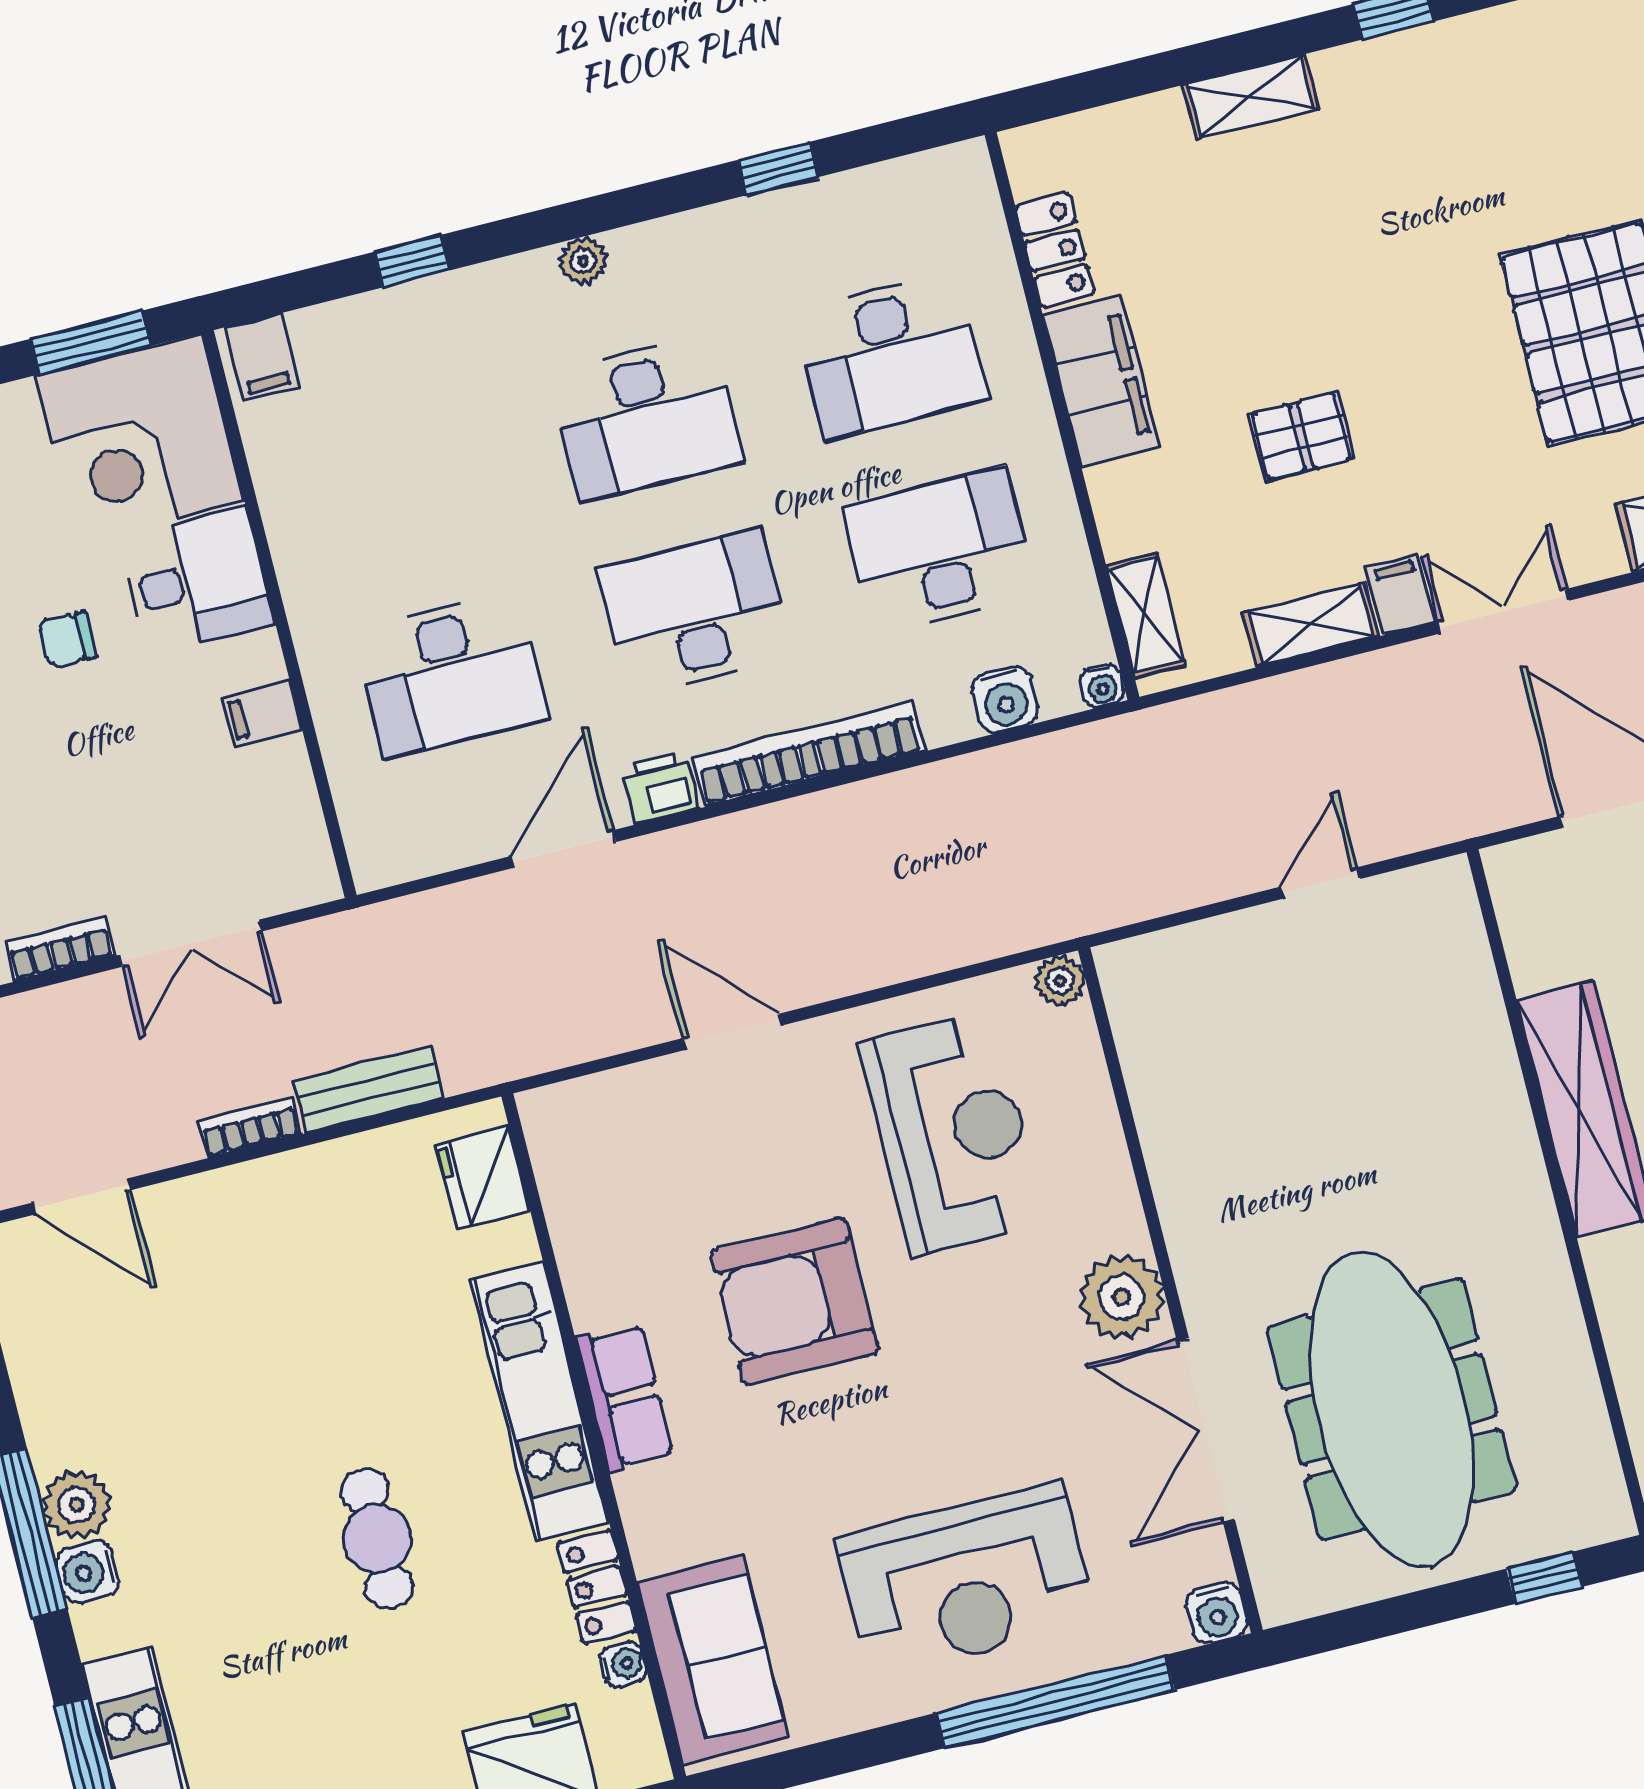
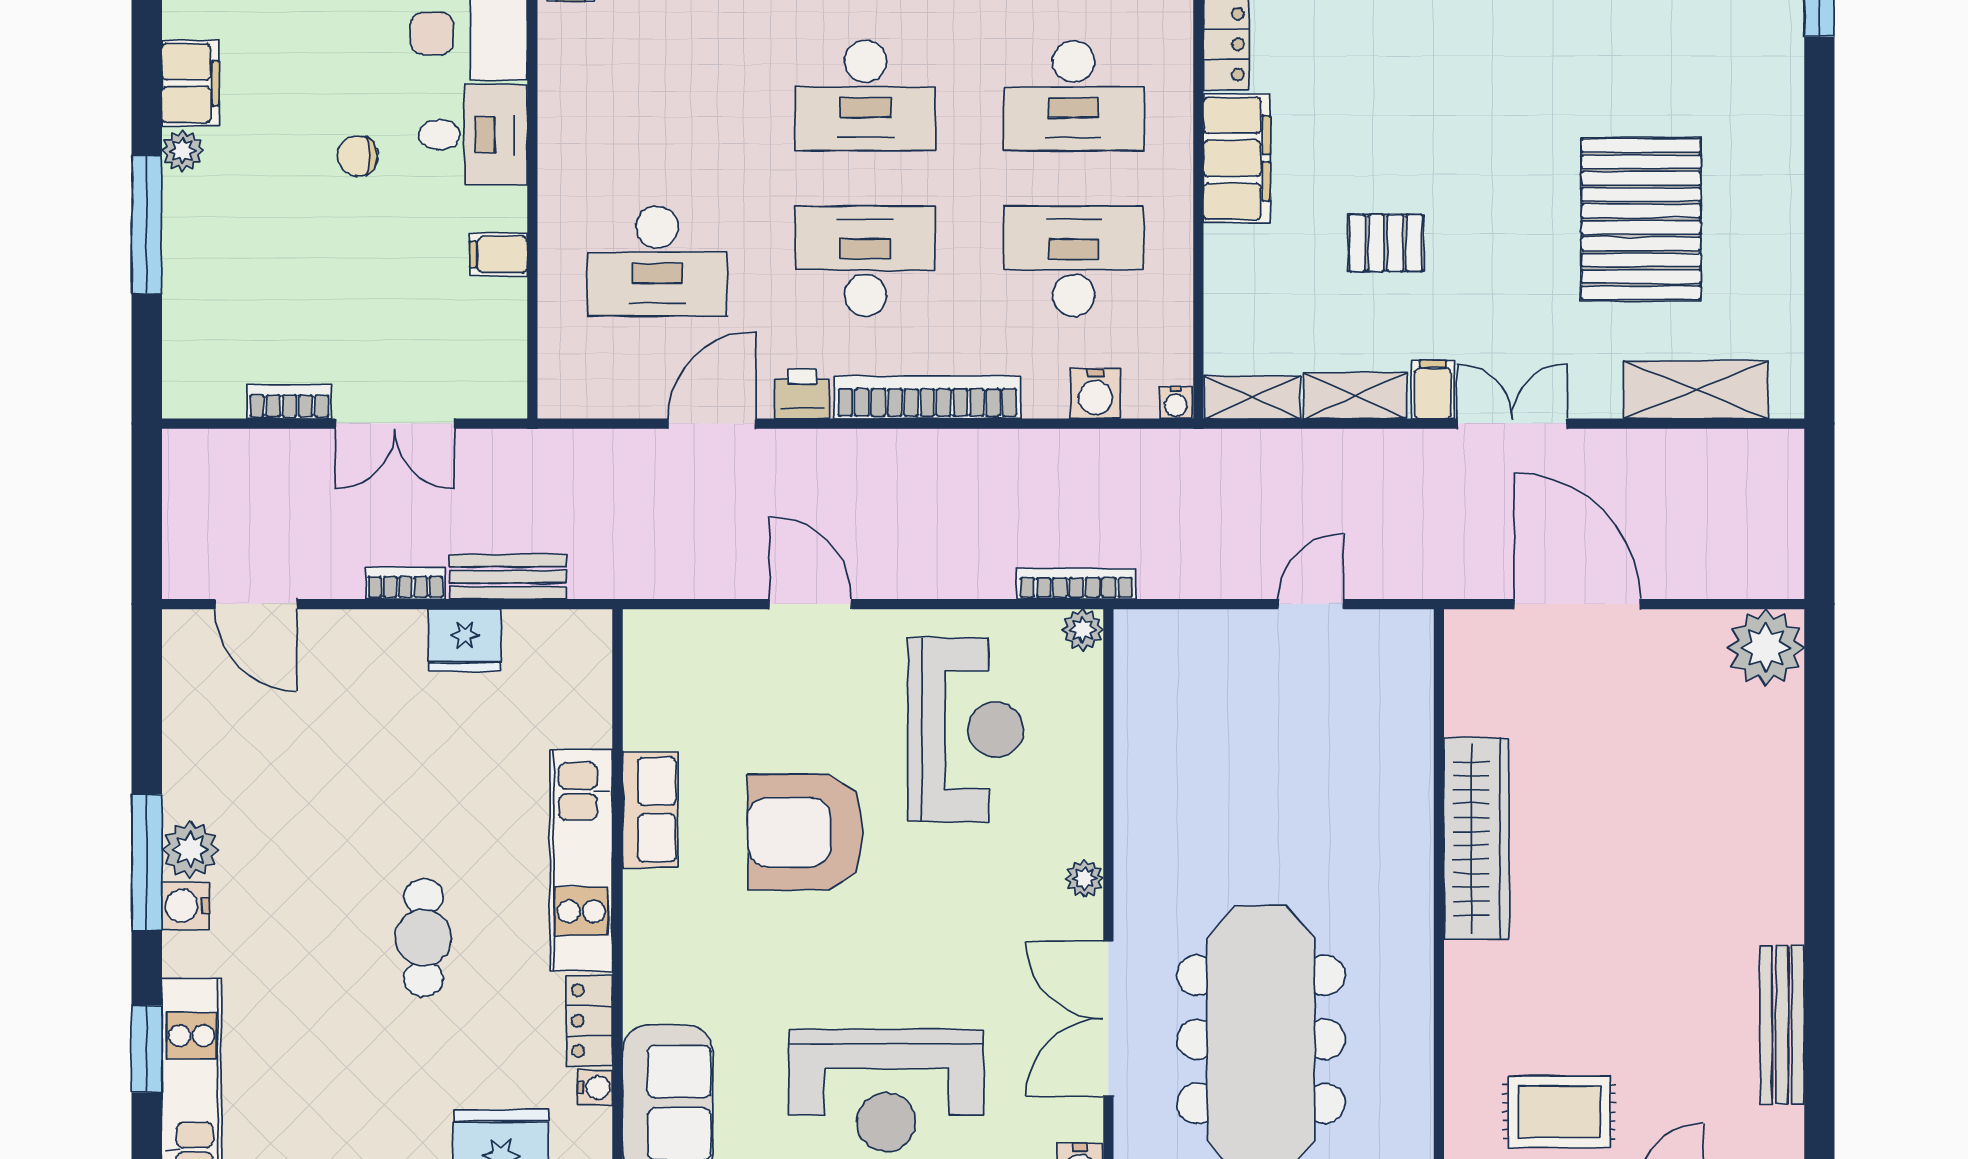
shelving: (1146, 615) -> (1252, 397), moved, turned 90
bookcase: (1039, 929) -> (1076, 584), added
fridge: (483, 1177) -> (465, 640), moved, turned -90
plant: (1122, 1297) -> (1084, 878), width x0.53, depth x0.53
row of seats: (625, 1398) -> (650, 810), moved

